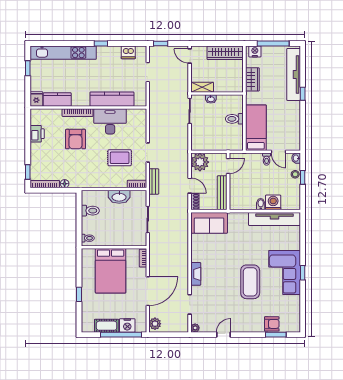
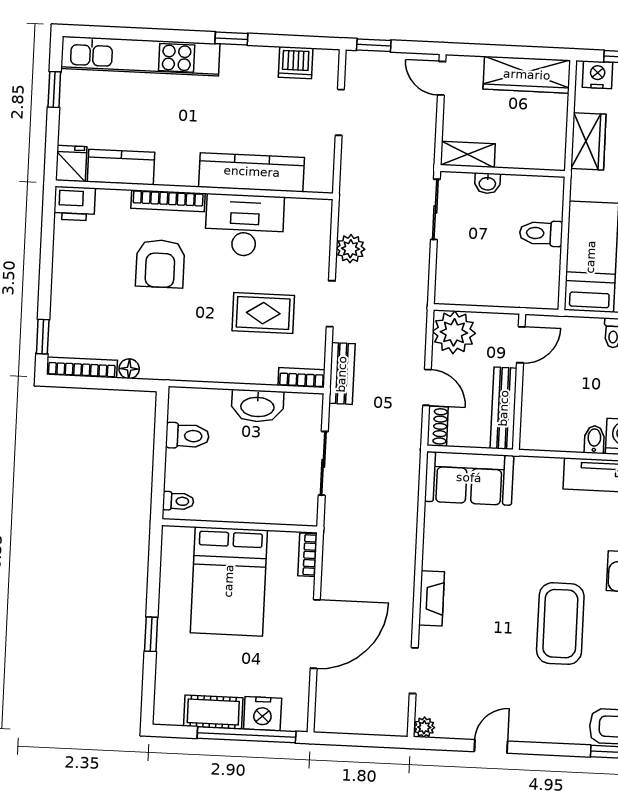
printer: (37, 134) -> (75, 204), moved, turned 90
plant: (155, 324) -> (350, 249), moved

